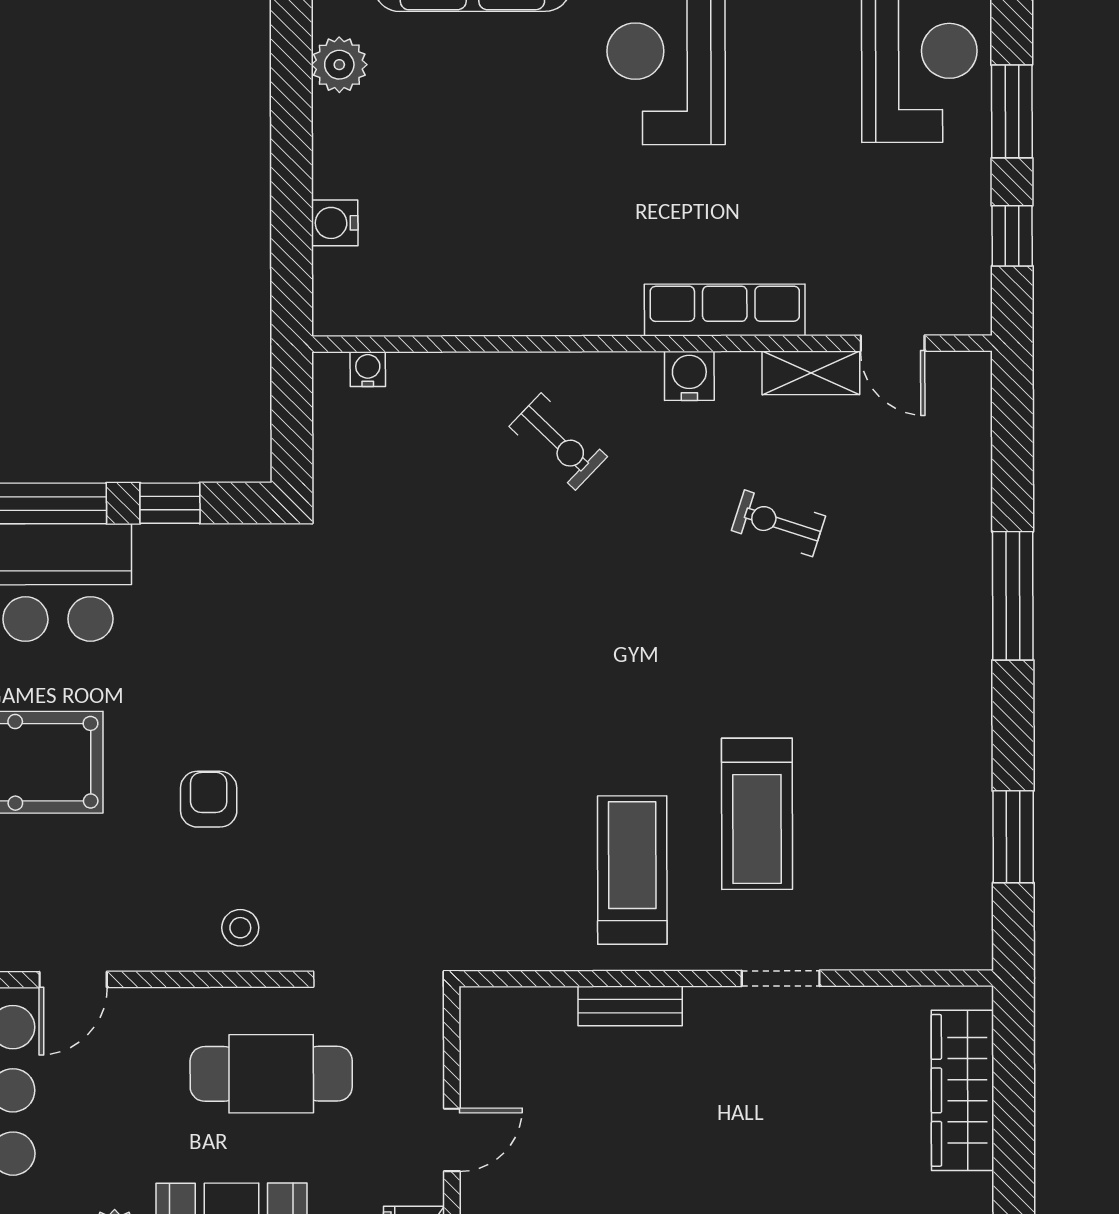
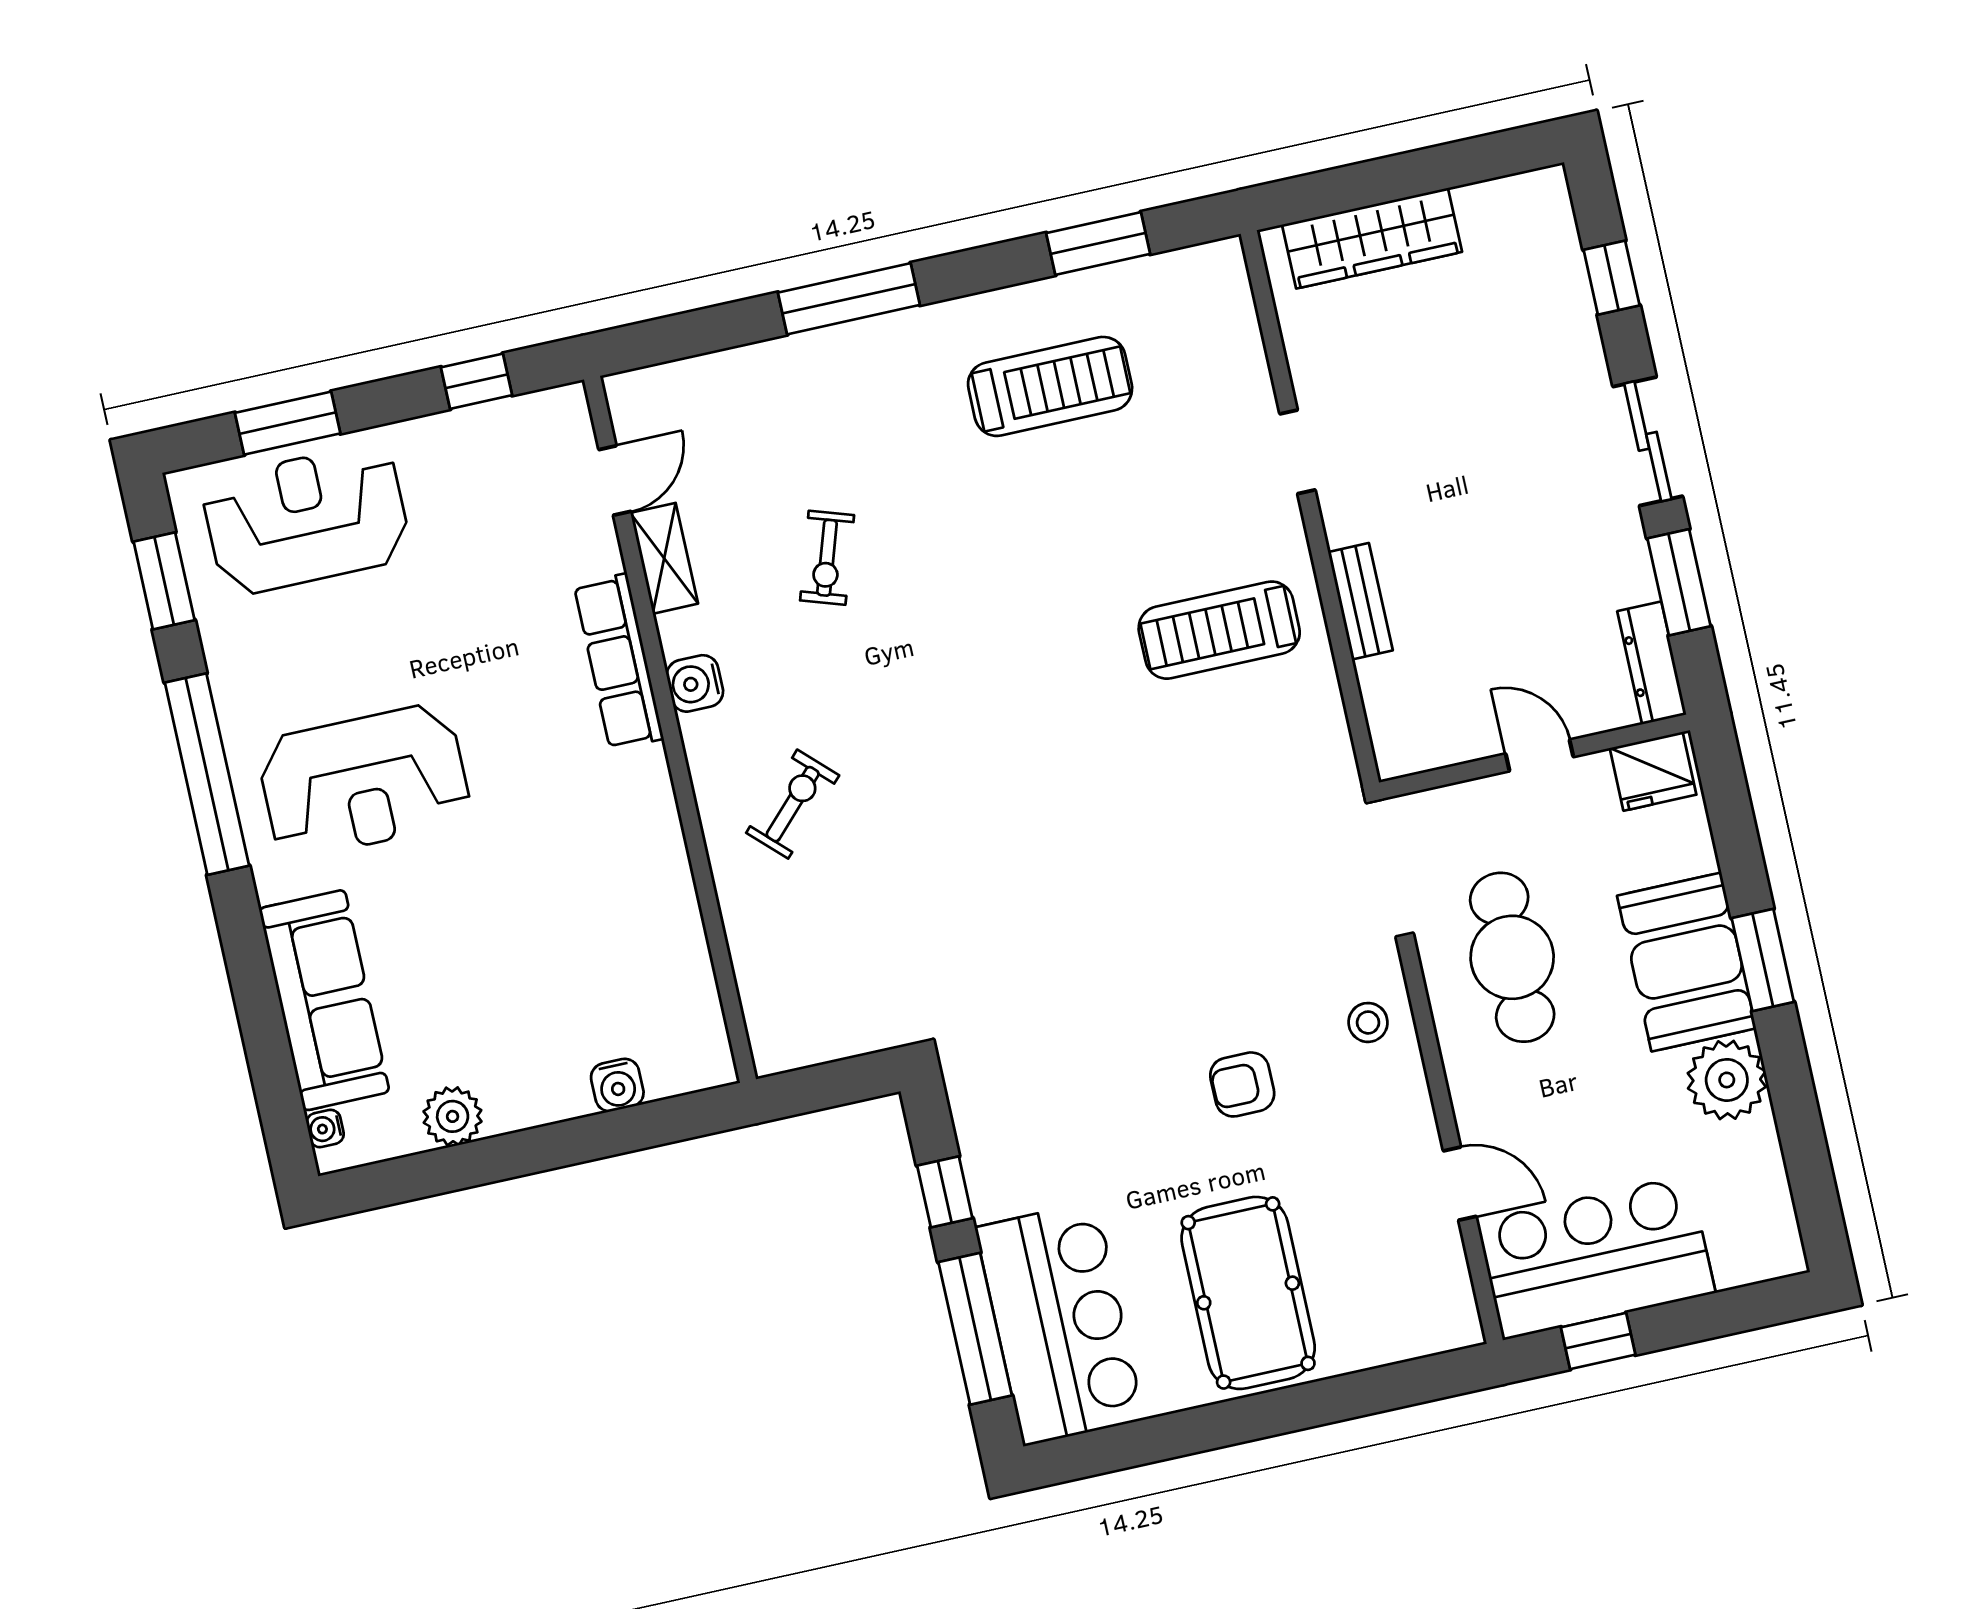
window: (1012, 111) -> (288, 423), moved
water cooler: (368, 369) -> (761, 1018), removed
treadmill: (757, 814) -> (1050, 386), moved

